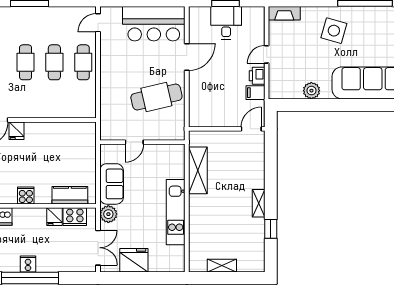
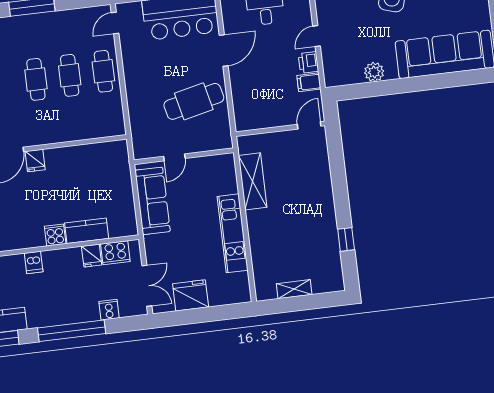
sofa: (112, 184) -> (153, 201), width x1.36
kitchen counter: (70, 195) -> (87, 231), moved
shelving: (259, 203) -> (328, 211), removed
plant: (108, 214) -> (154, 245), removed
cooker: (28, 264) -> (109, 310), moved

